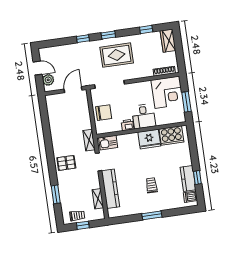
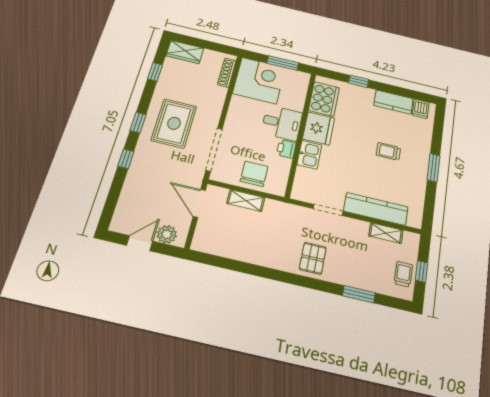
shelving: (89, 140) -> (246, 201), moved
kitchen sink: (108, 143) -> (309, 155), moved
window: (197, 178) -> (359, 81), moved

